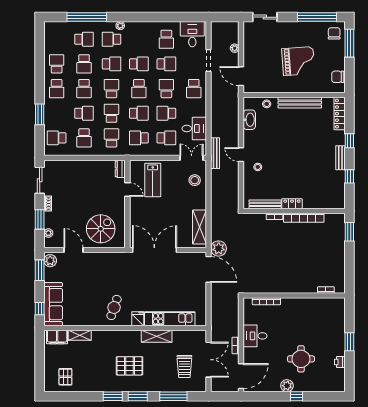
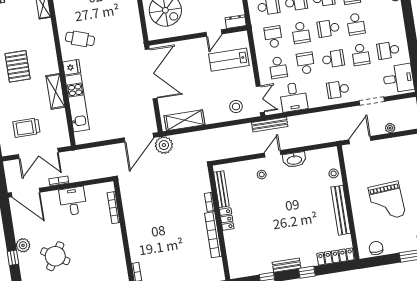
washbasin: (249, 120) -> (294, 160), moved
round table: (301, 359) -> (55, 256), turned 32

